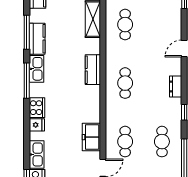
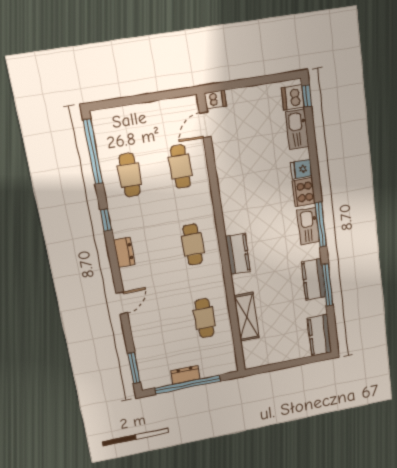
kitchen sink: (36, 69) -> (308, 226), moved
freezer: (91, 137) -> (227, 165), removed

